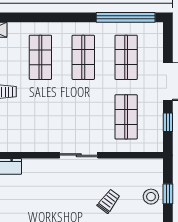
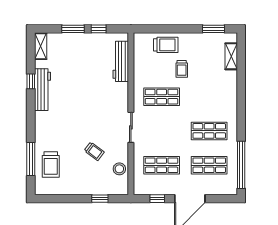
shop shelf: (40, 57) -> (162, 97), moved
stool: (151, 197) -> (119, 169), moved

